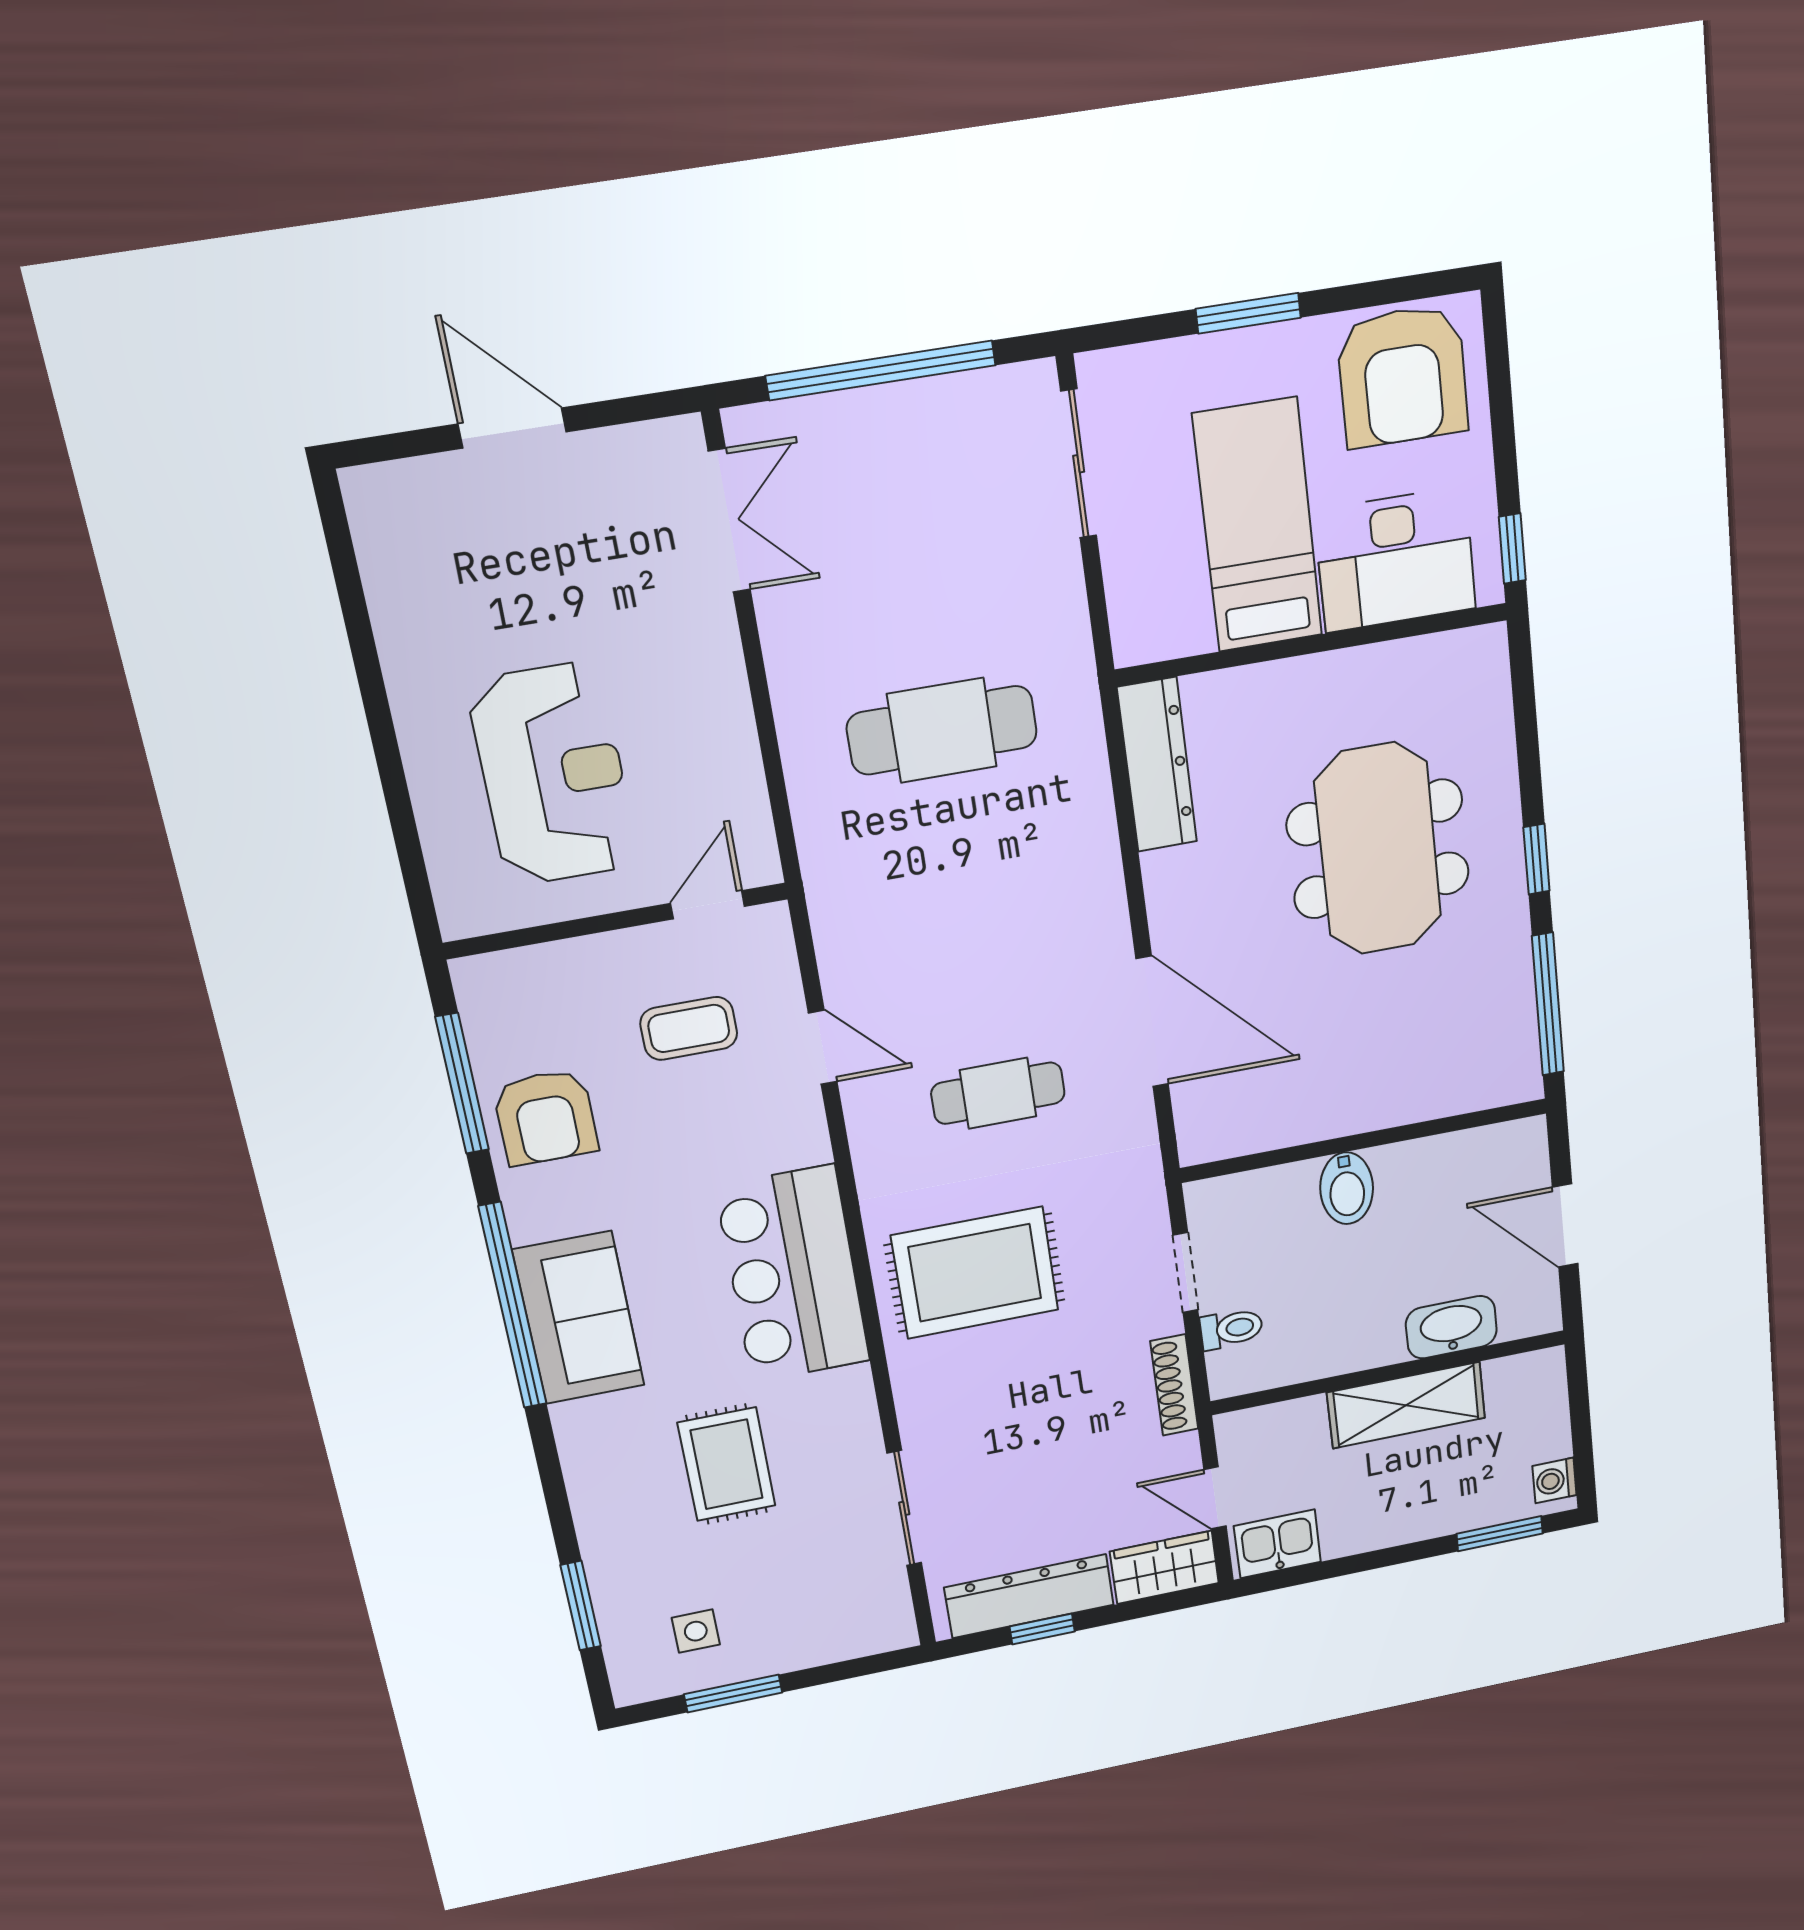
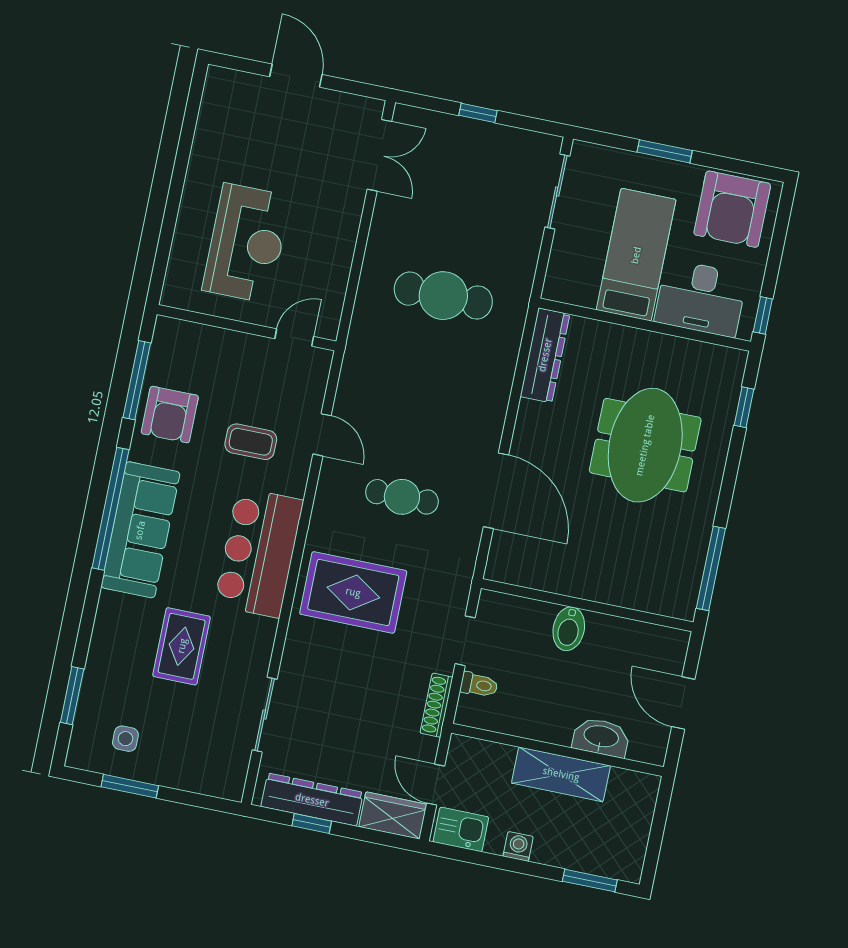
window: (881, 370) -> (478, 113), width x0.32
window: (1537, 859) -> (744, 407), moved
coffee table: (689, 1028) -> (251, 442), moved
sofa: (579, 1318) -> (140, 530), width x1.36
washing machine: (1555, 1481) -> (518, 846), moved, turned 90

